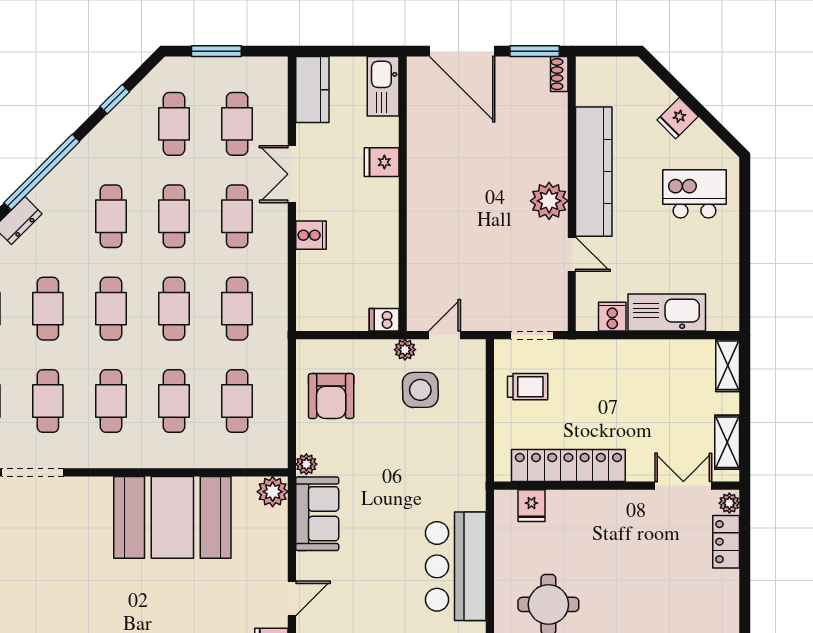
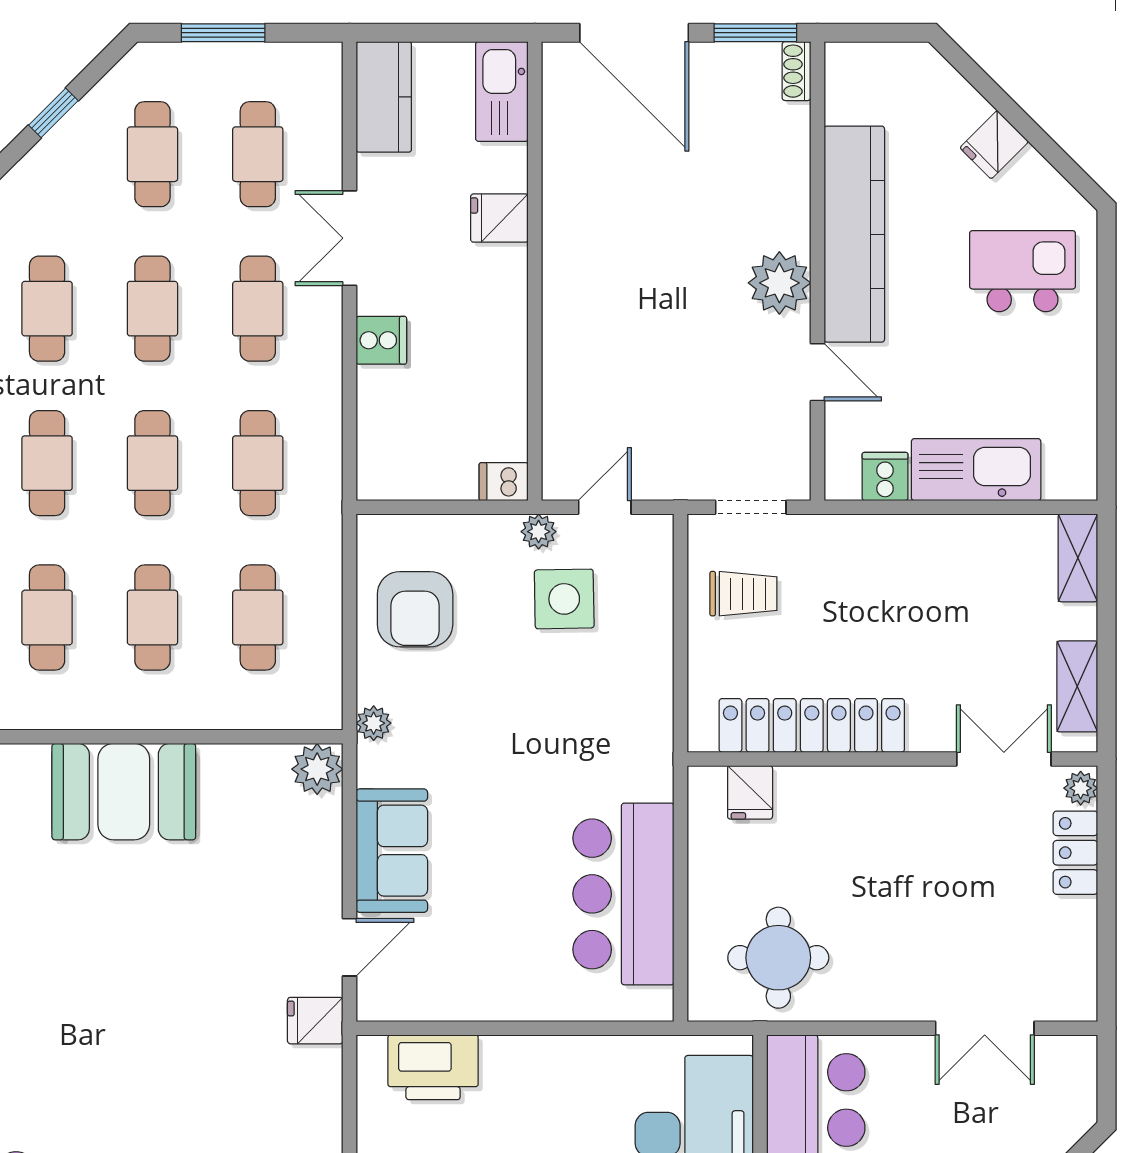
sofa: (317, 514) -> (392, 851), moved
booth: (172, 517) -> (124, 792), width x0.73, depth x0.70

